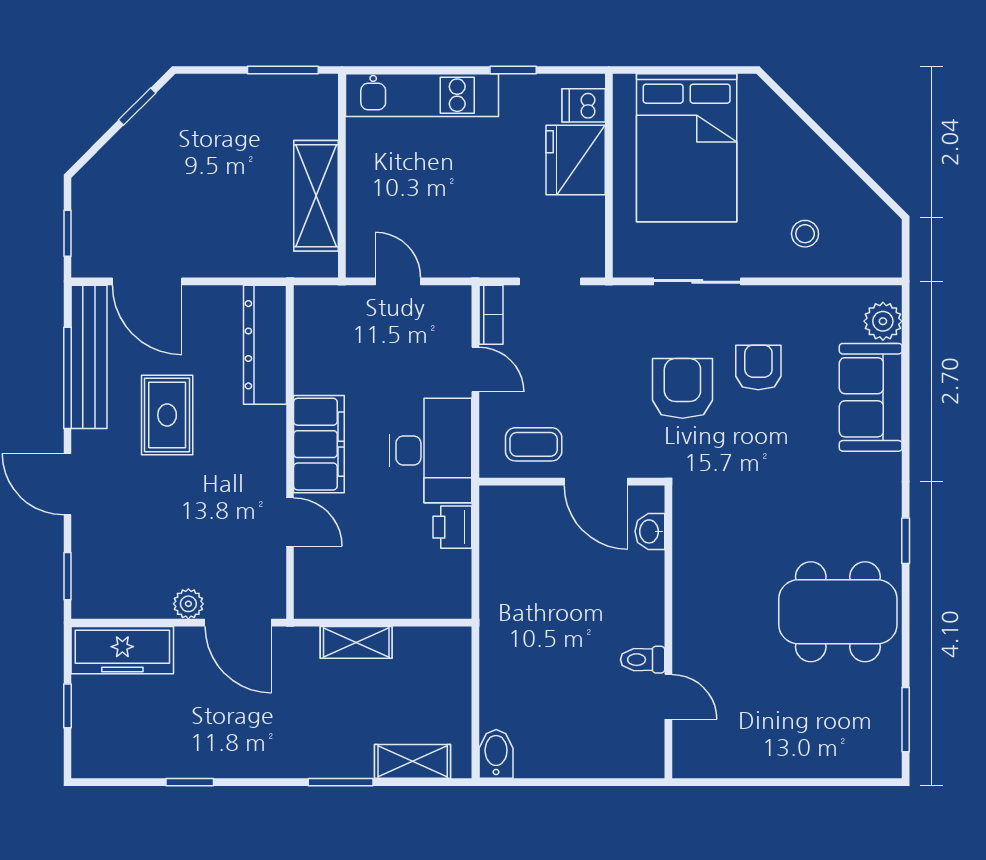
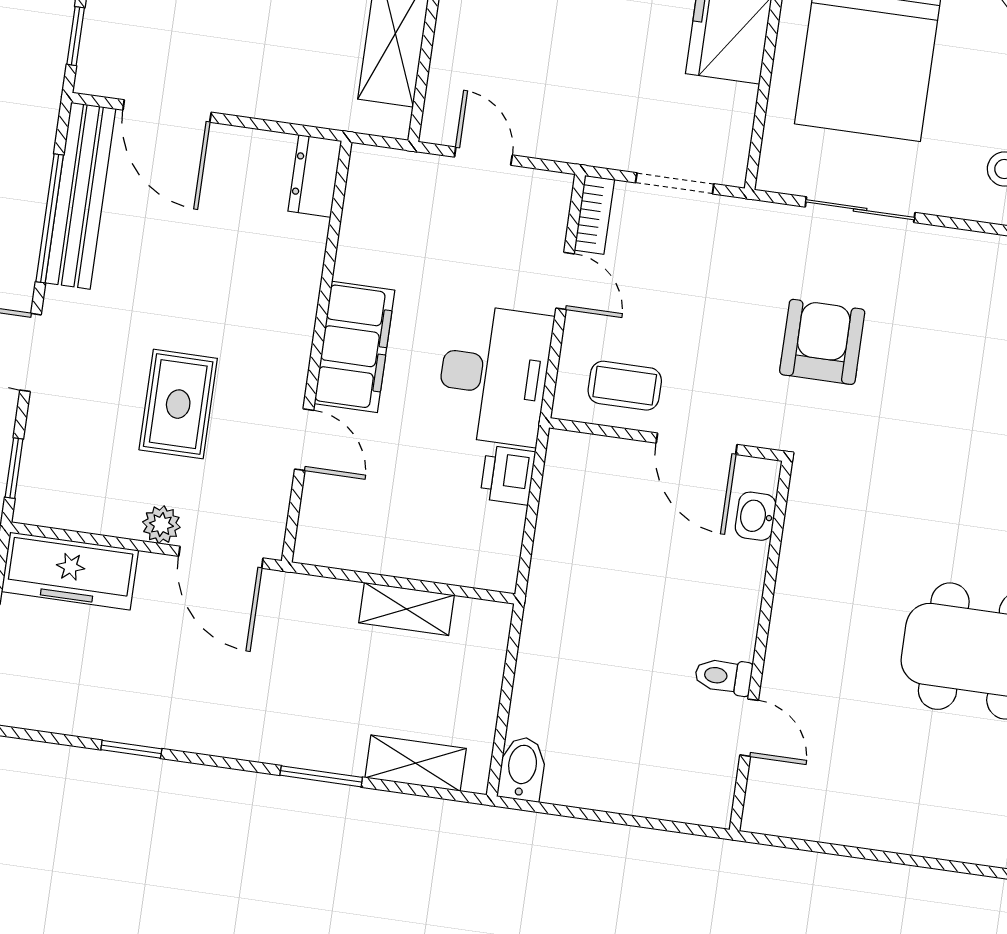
dresser: (265, 345) -> (315, 176), width x0.51, depth x0.80
armchair: (758, 367) -> (922, 329), removed
rug: (167, 415) -> (178, 404), moved
shelving: (356, 642) -> (407, 609), moved

